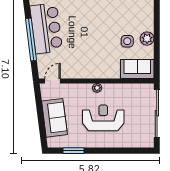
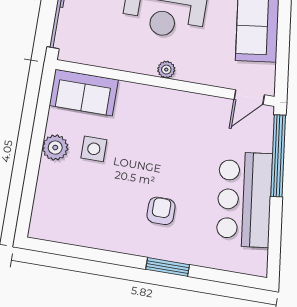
armchair: (88, 15) -> (161, 211), added
window: (31, 39) -> (278, 156), moved

